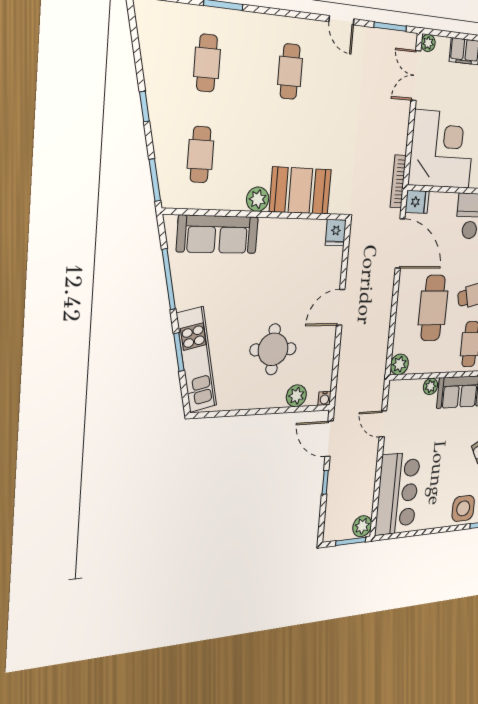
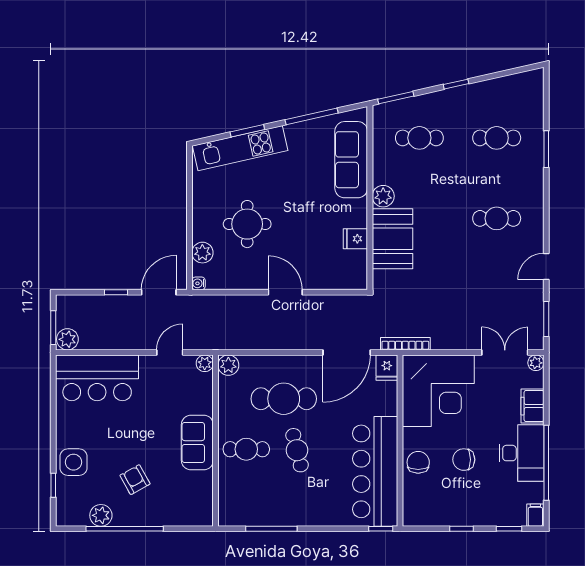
fridge: (336, 232) -> (355, 239), moved
plant: (430, 386) -> (205, 363), moved

